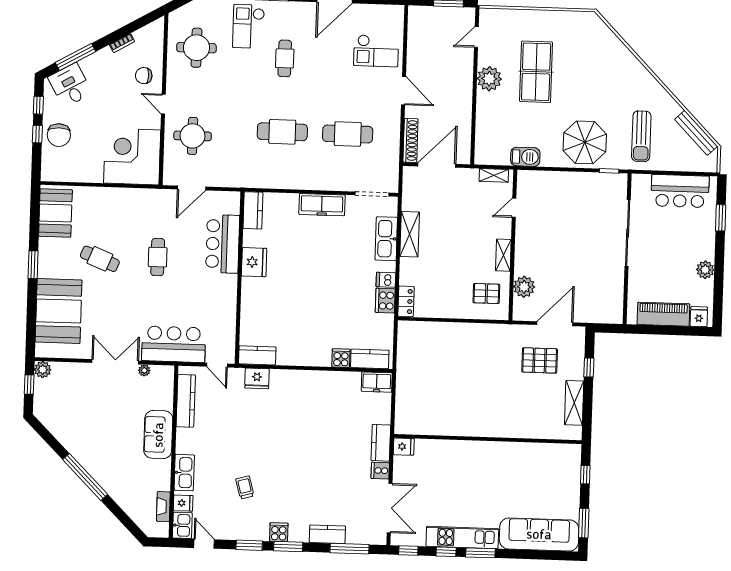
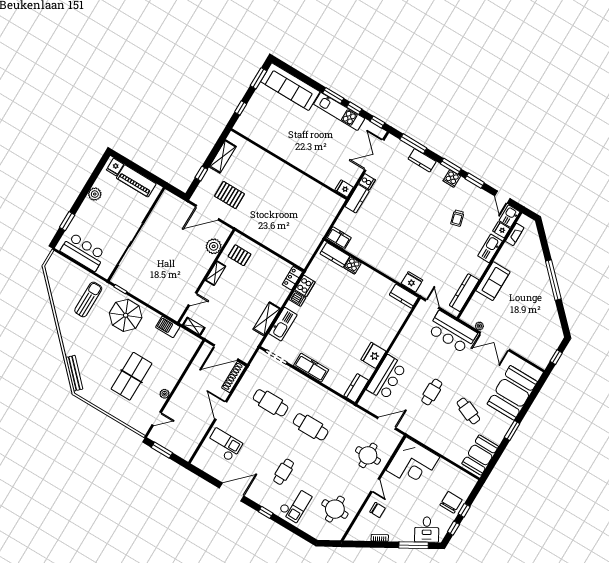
plant: (489, 79) -> (165, 394), width x0.53, depth x0.53
bench: (696, 133) -> (74, 373), moved
plant: (43, 370) -> (543, 362), removed

